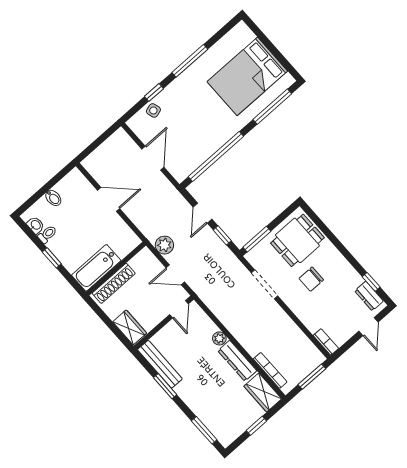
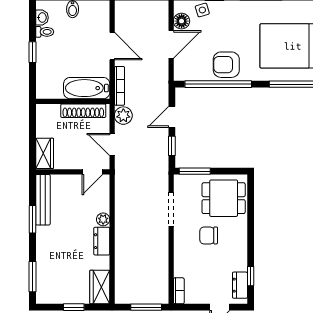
floor lamp: (145, 133) -> (182, 21), added
armchair: (209, 136) -> (226, 65), added
bathtub: (96, 268) -> (87, 88), moved
shoe rack: (114, 283) -> (83, 111), moved
dresser: (237, 361) -> (102, 241), width x0.70
bookcase: (270, 370) -> (119, 86), moved

